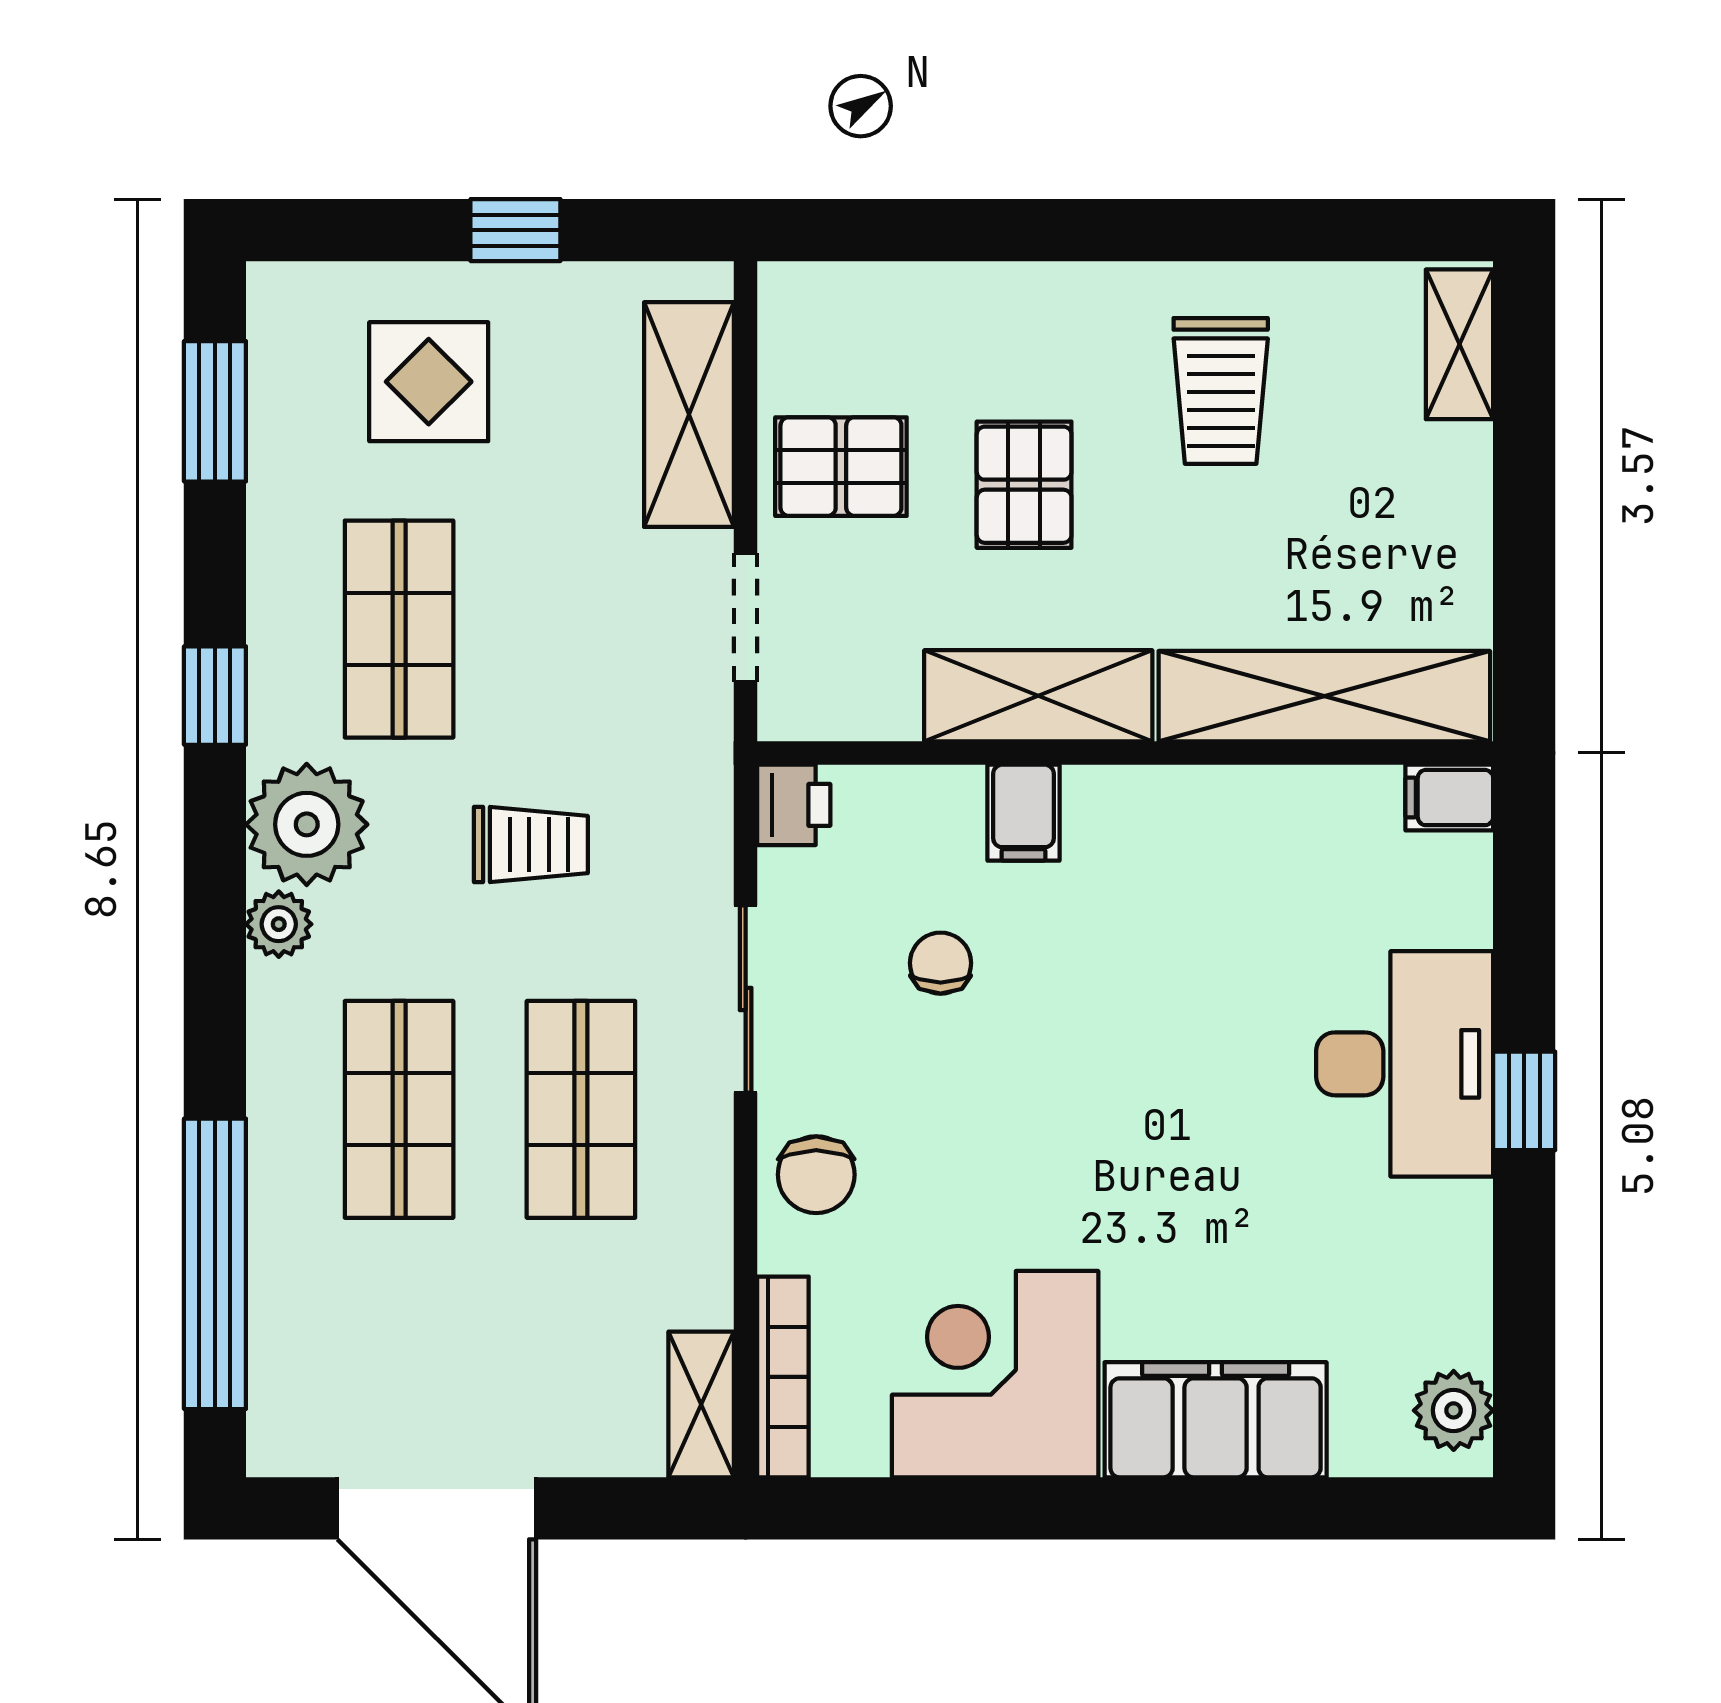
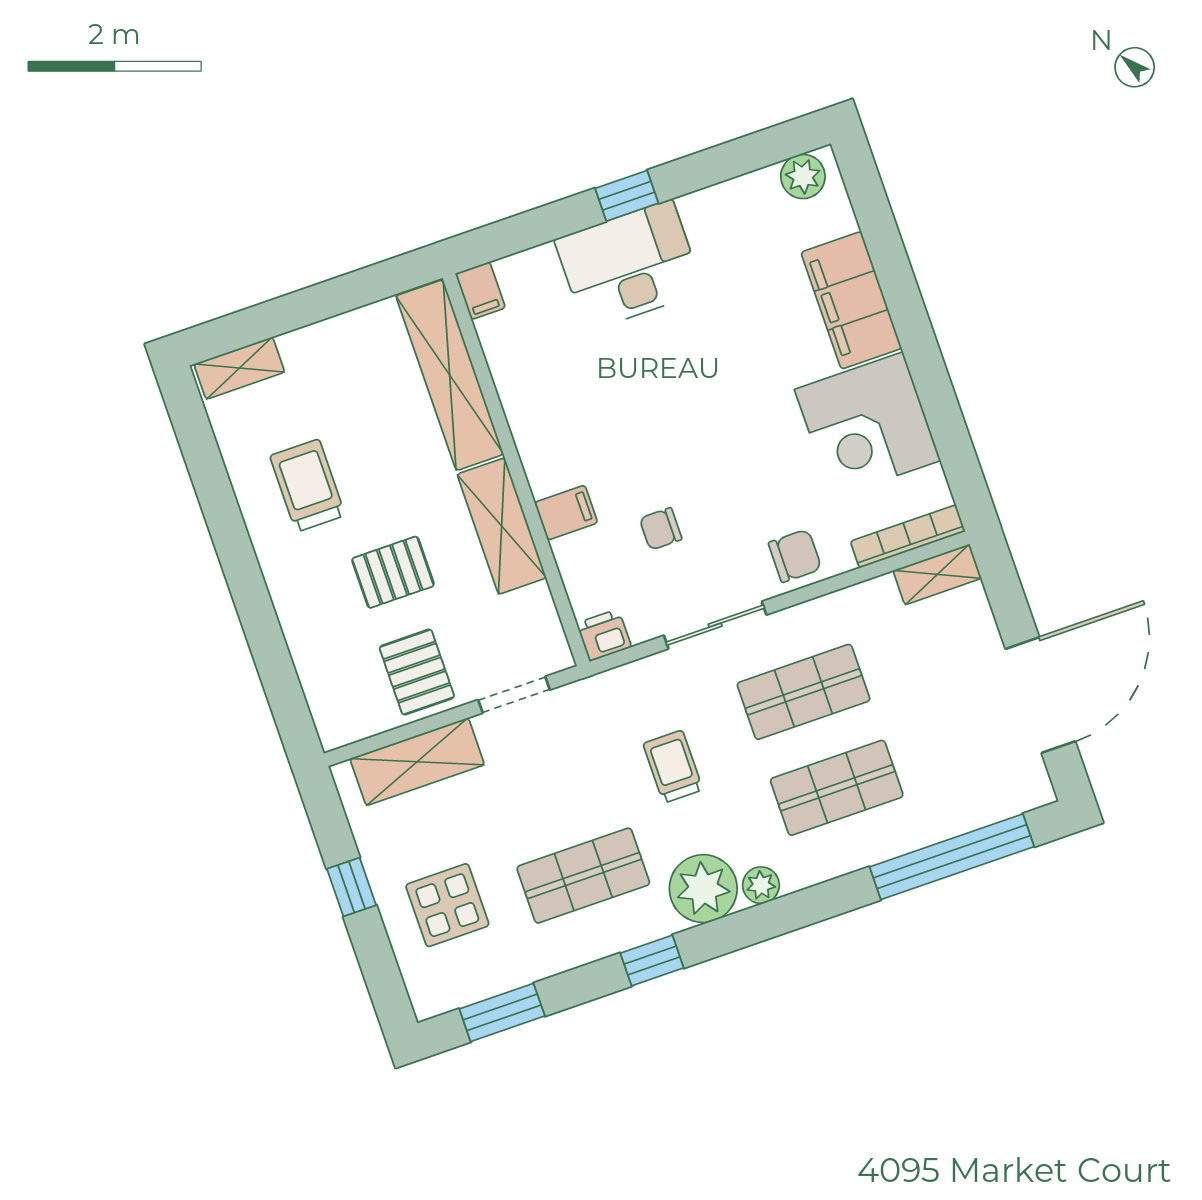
trolley: (1221, 391) -> (308, 486), turned -90

